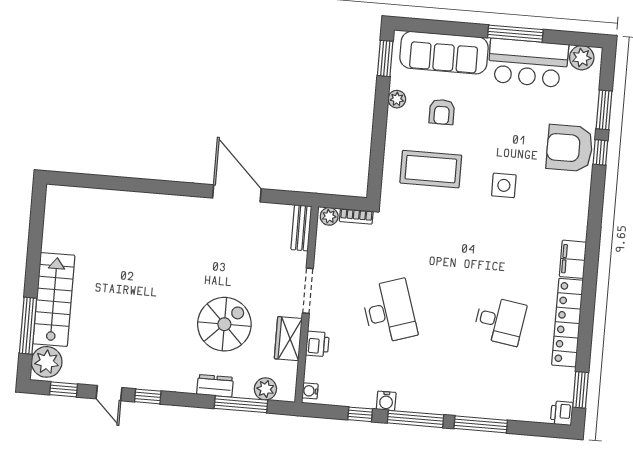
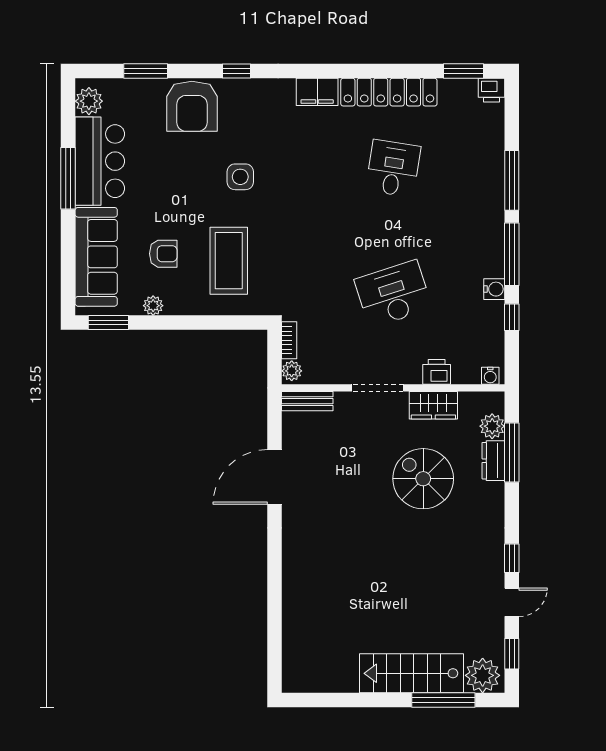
window: (600, 152) -> (237, 71), moved
dresser: (215, 386) -> (493, 461), moved

